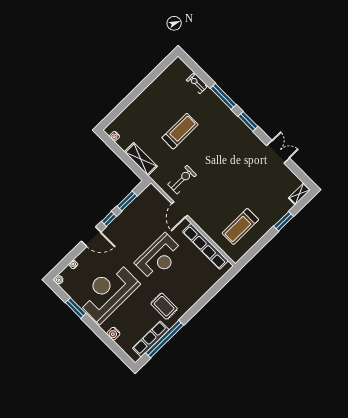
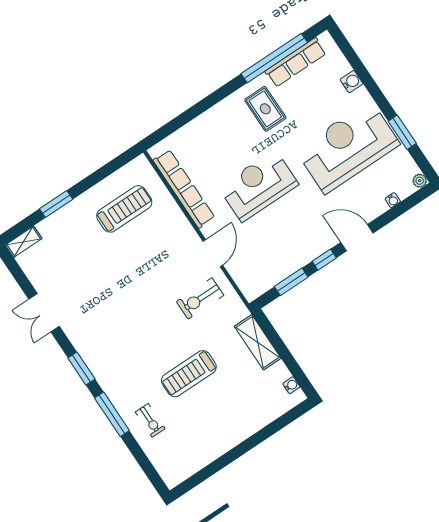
exercise bike: (197, 84) -> (150, 420), moved
reception desk: (108, 292) -> (348, 147), turned 180

